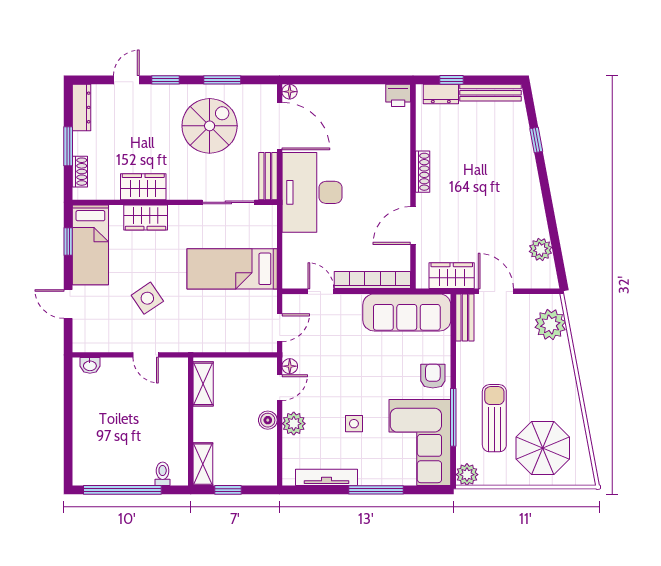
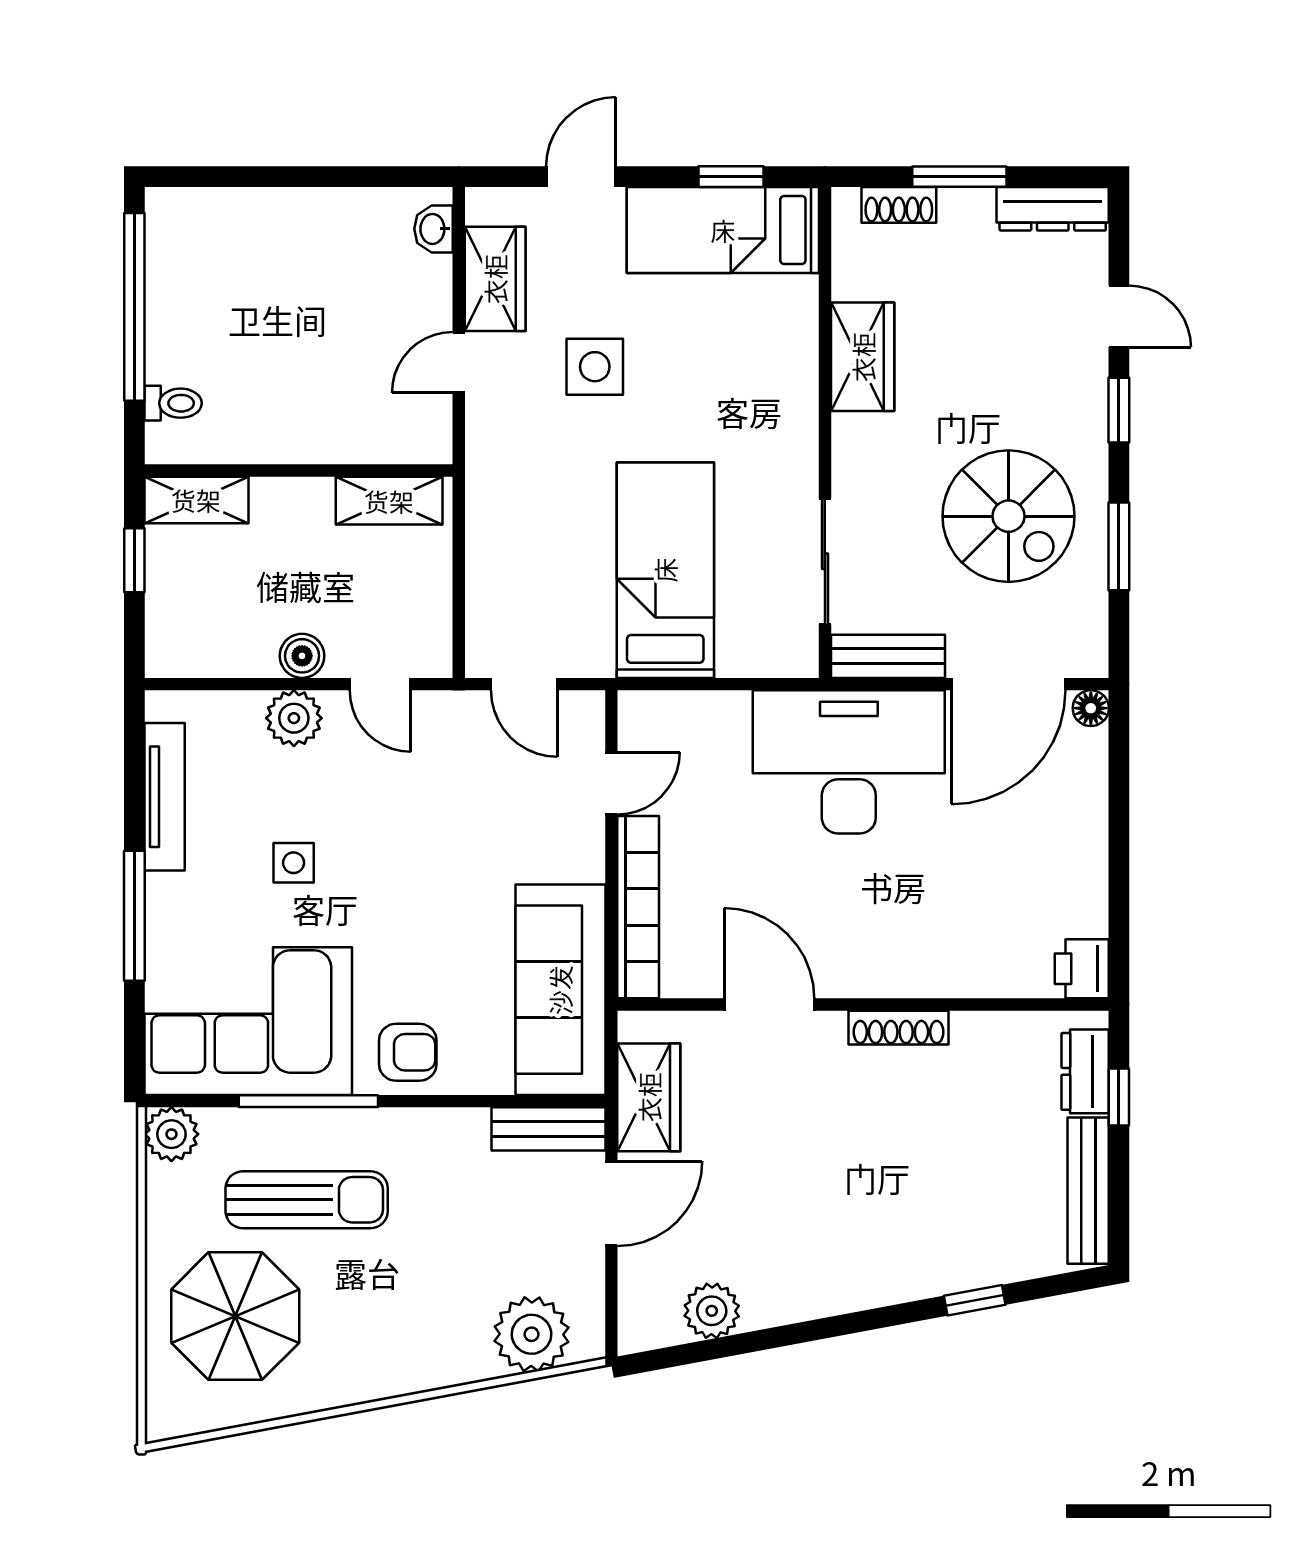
wardrobe: (146, 217) -> (495, 279), moved, turned 180
side table: (147, 298) -> (595, 367), turned 34
floor lamp: (290, 366) -> (432, 709), removed

